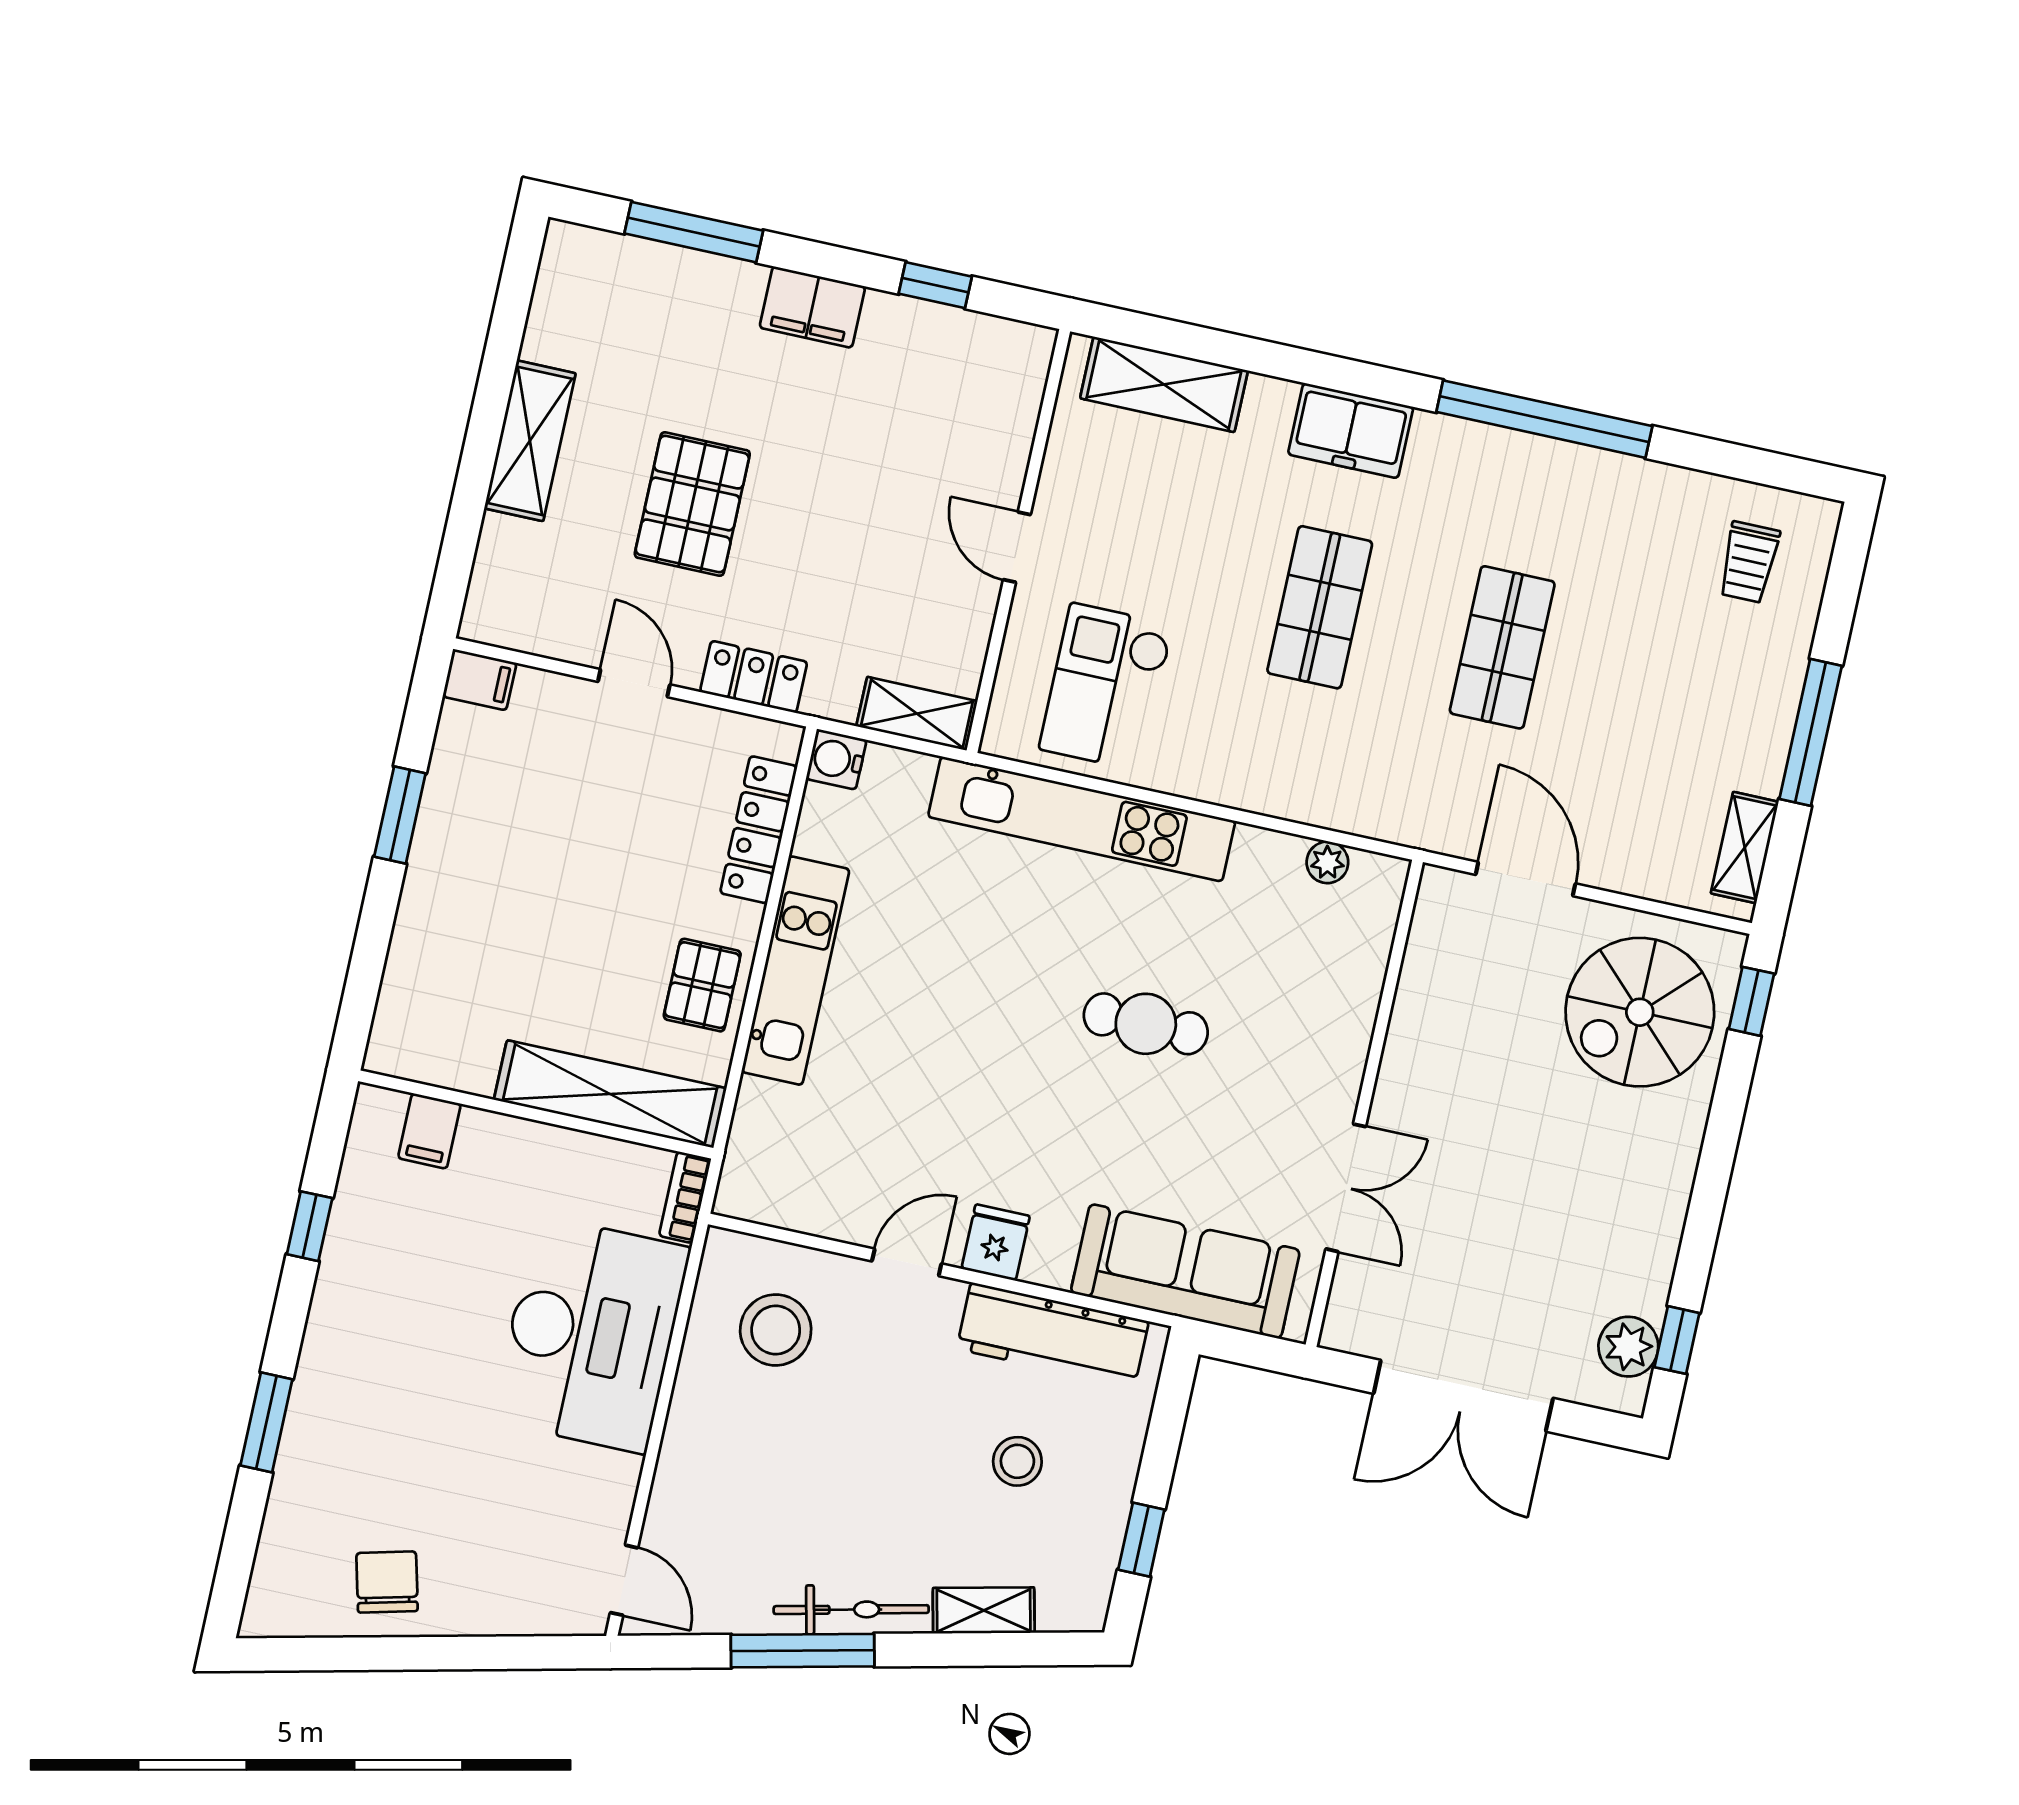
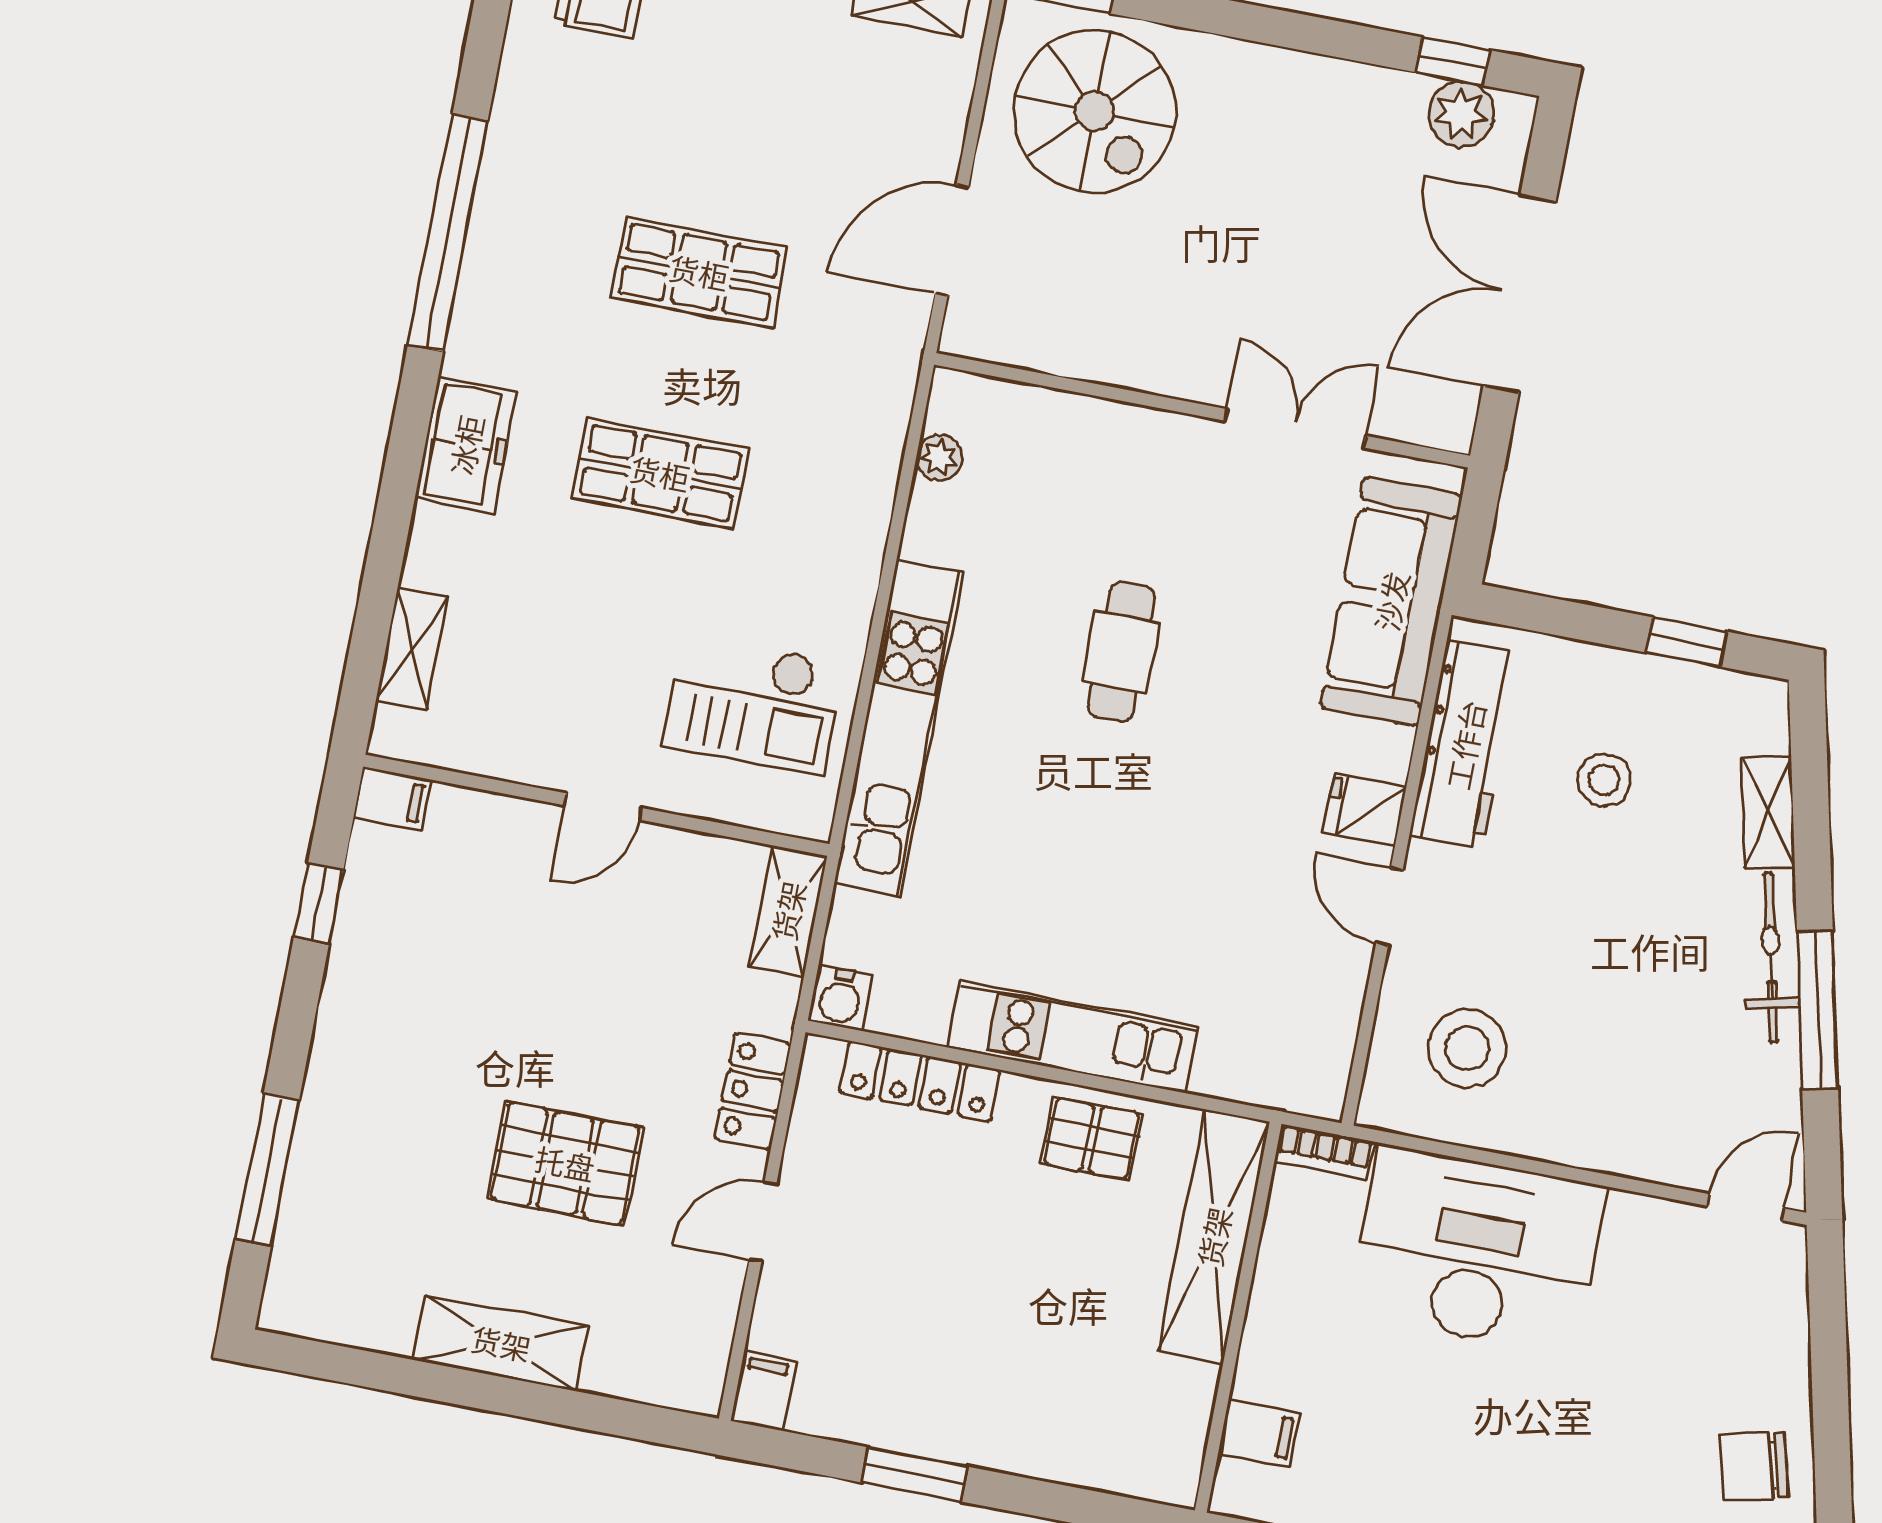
filing cabinet: (812, 307) -> (392, 798), moved, width x0.50
shelving: (1164, 384) -> (412, 649), width x0.67, depth x0.75
double door: (1463, 1396) -> (1520, 294), swing flipped

